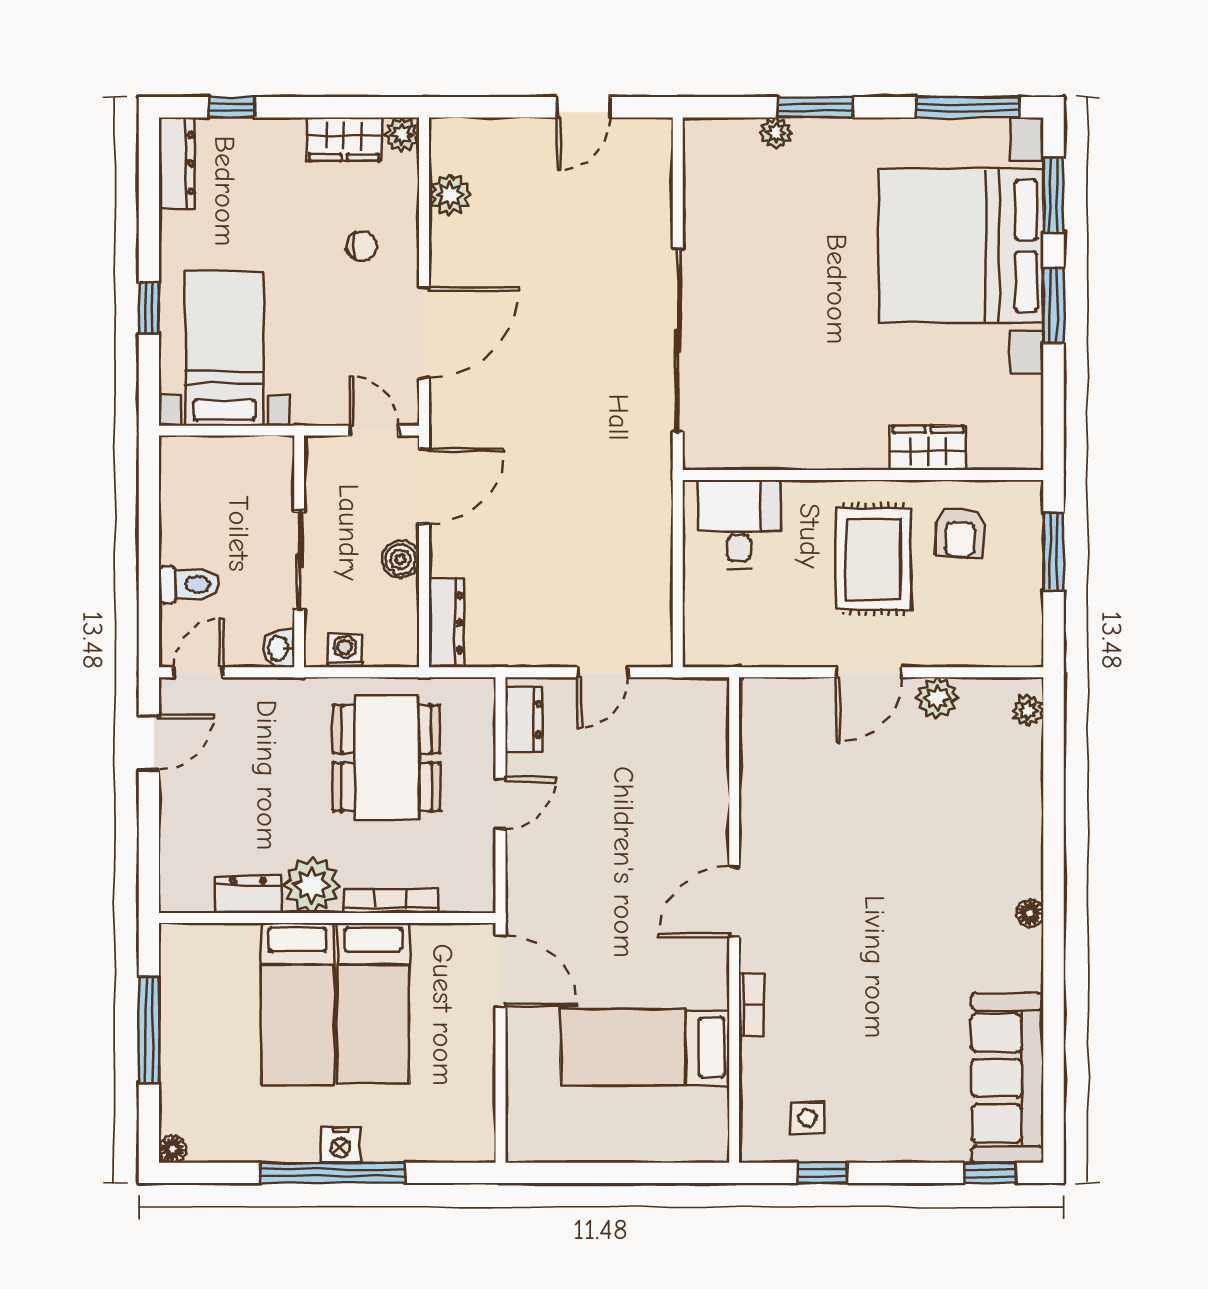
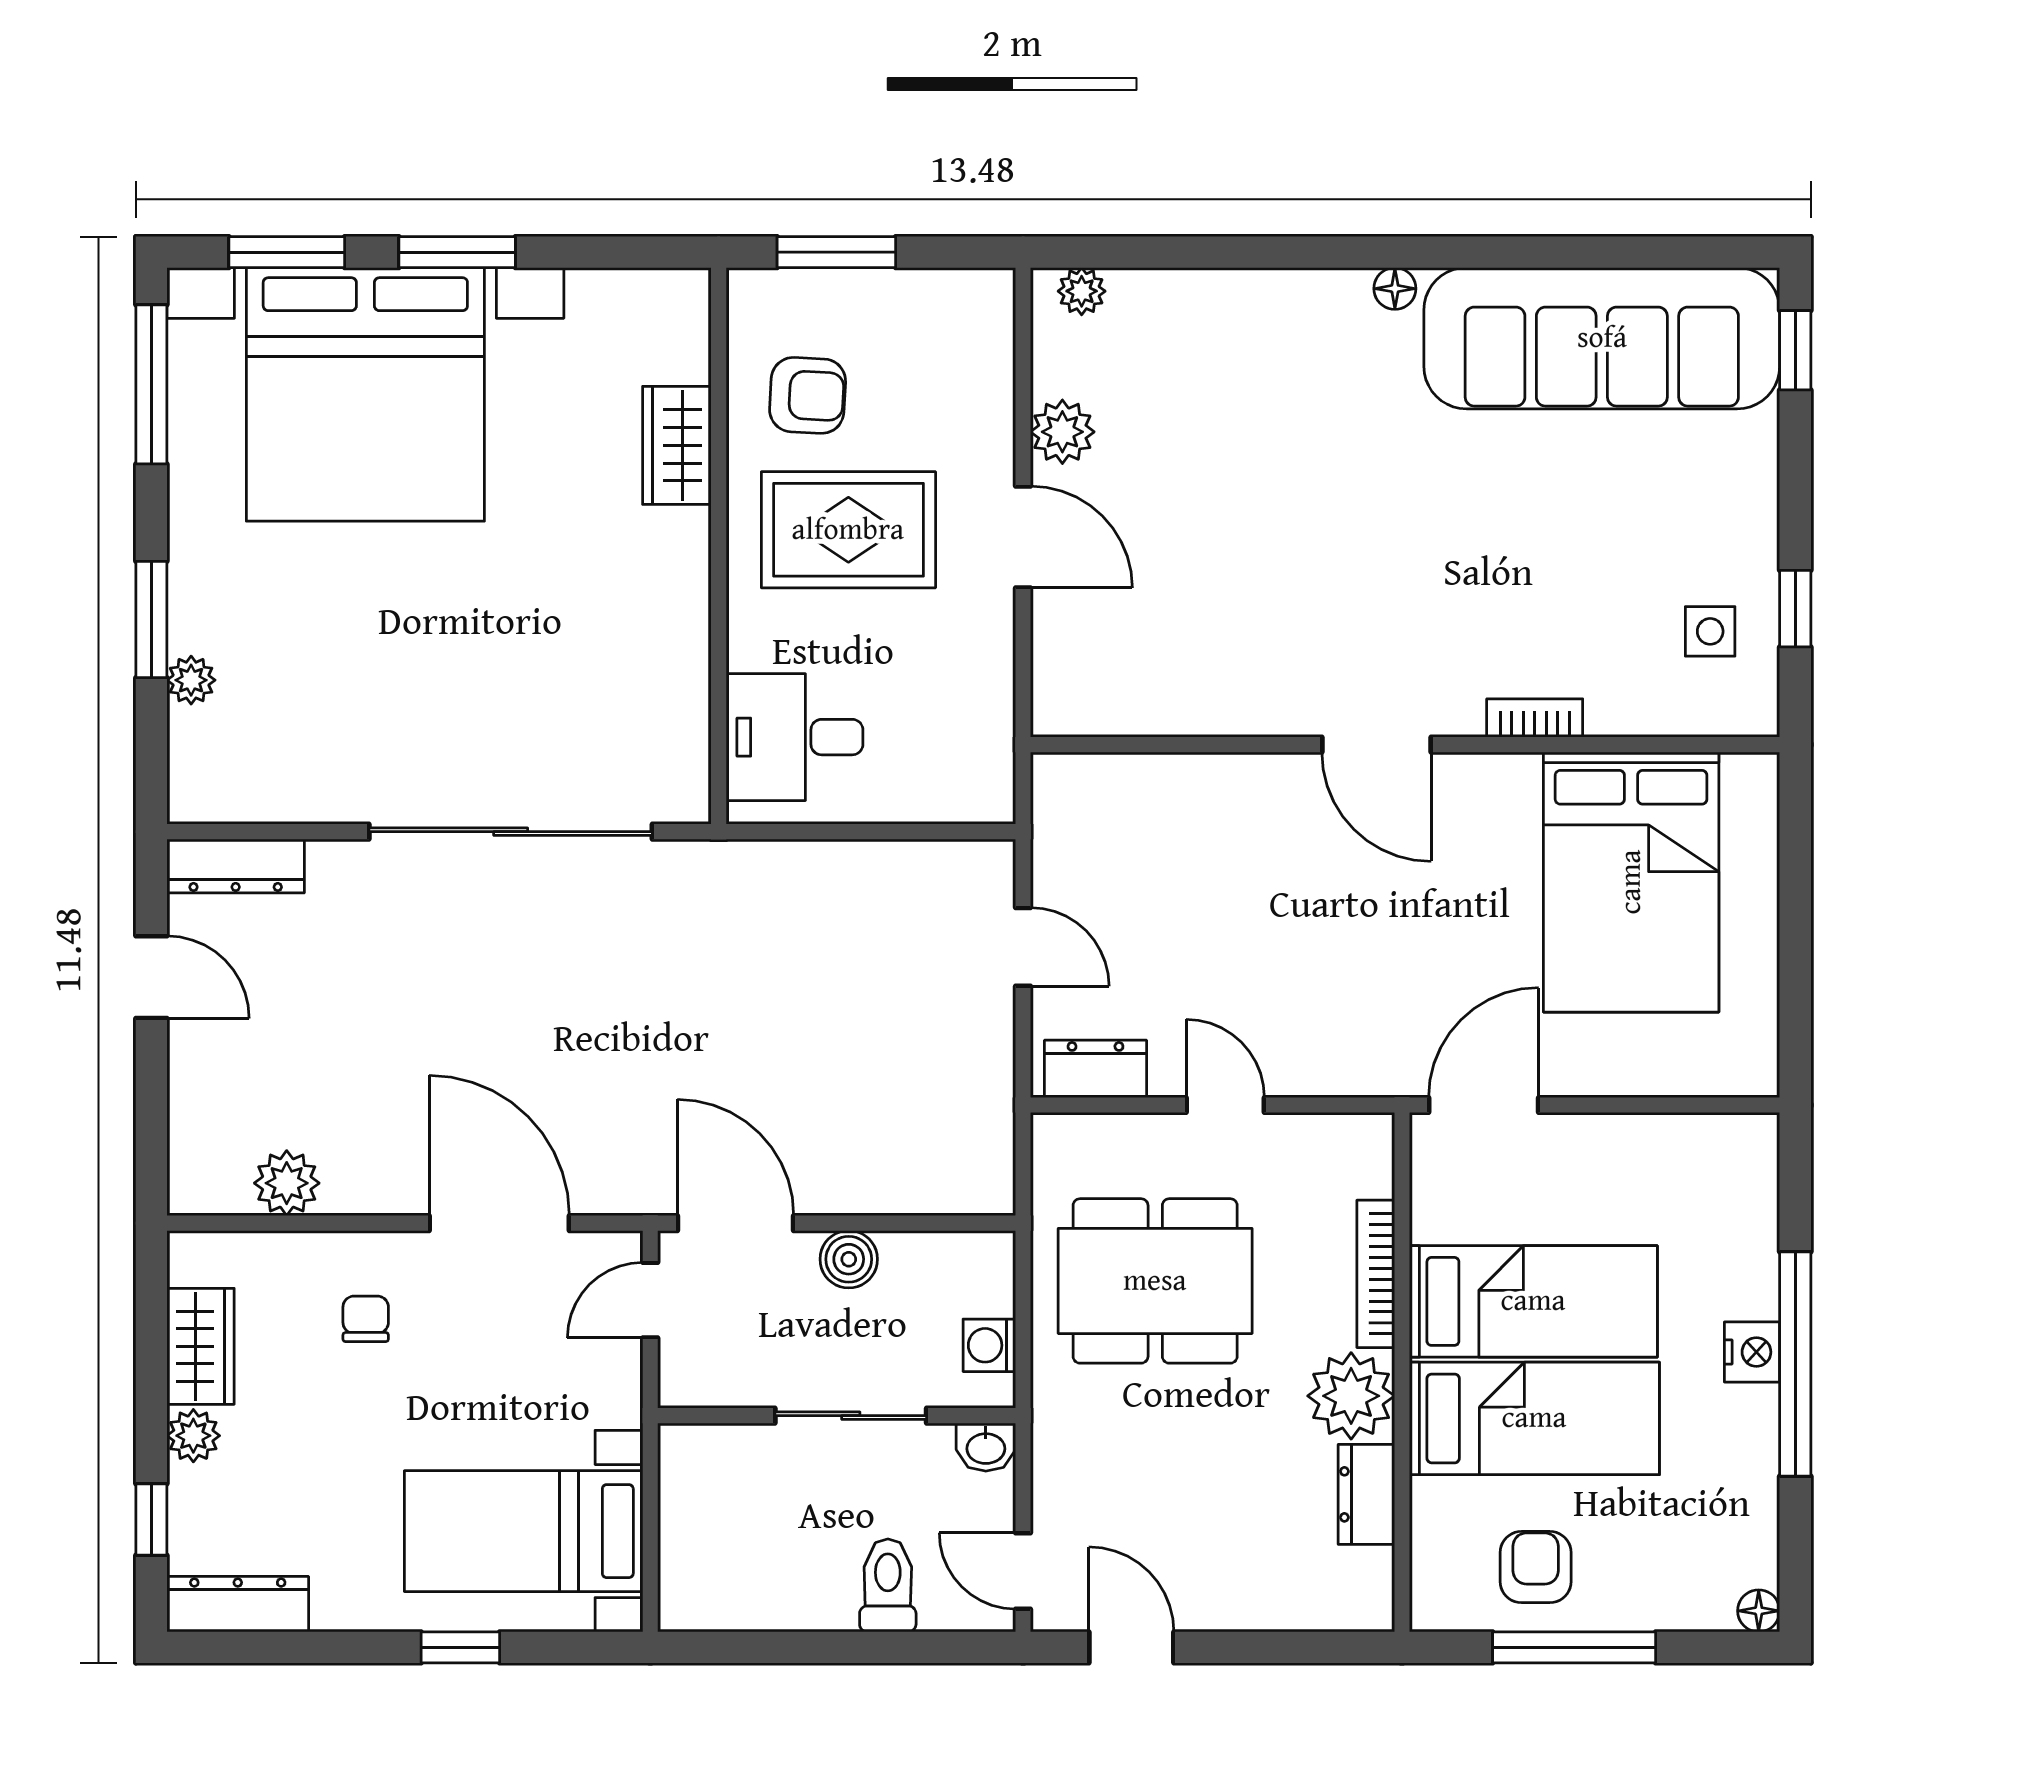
plant: (402, 134) -> (193, 1436), moved
dresser: (446, 623) -> (236, 866), moved, turned 180
armchair: (201, 1005) -> (1536, 1567), added
bed: (645, 1048) -> (1631, 882), width x1.50
sofa: (1007, 1078) -> (1602, 338), width x1.36, depth x1.27

